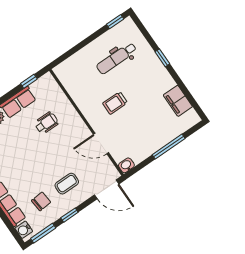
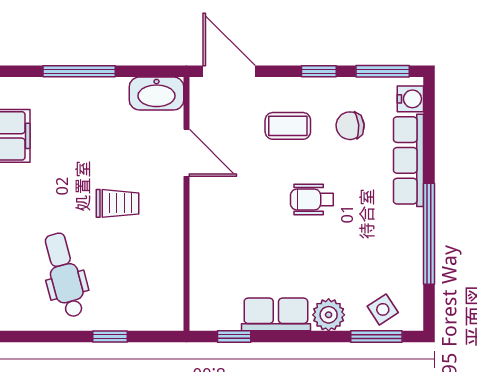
window: (115, 22) -> (110, 336), moved
dental chair: (117, 58) -> (65, 275), turned -105
wheelchair: (46, 123) -> (312, 199), moved
washbasin: (126, 165) -> (157, 93), width x1.91, depth x1.45

